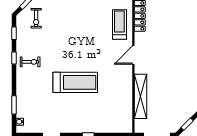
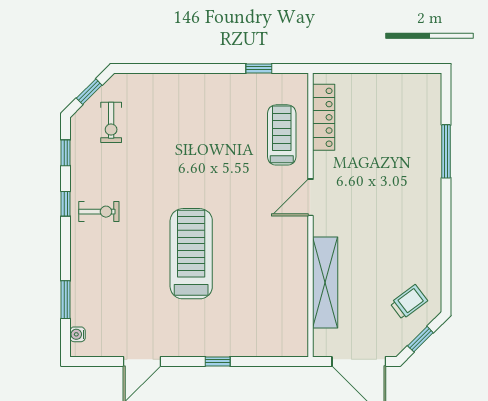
treadmill: (75, 82) -> (191, 254), turned -90
trolley: (181, 106) -> (409, 302), added

